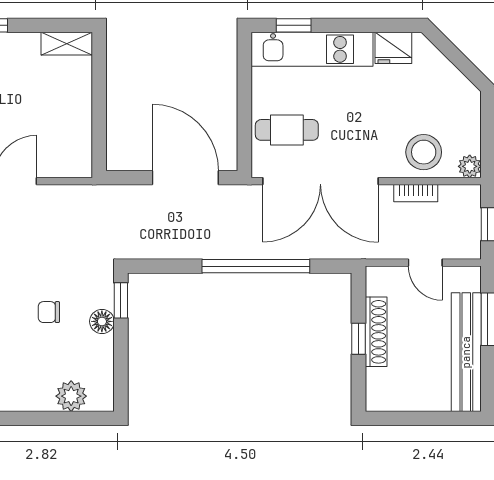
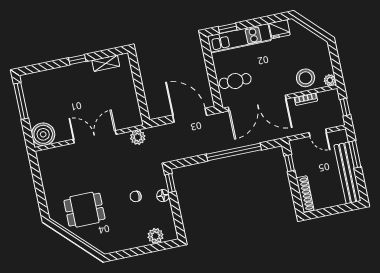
shelving: (67, 44) -> (106, 63), moved
plant: (77, 199) -> (138, 137), added
shoe rack: (376, 332) -> (305, 194), moved
window: (358, 339) -> (289, 163), moved

